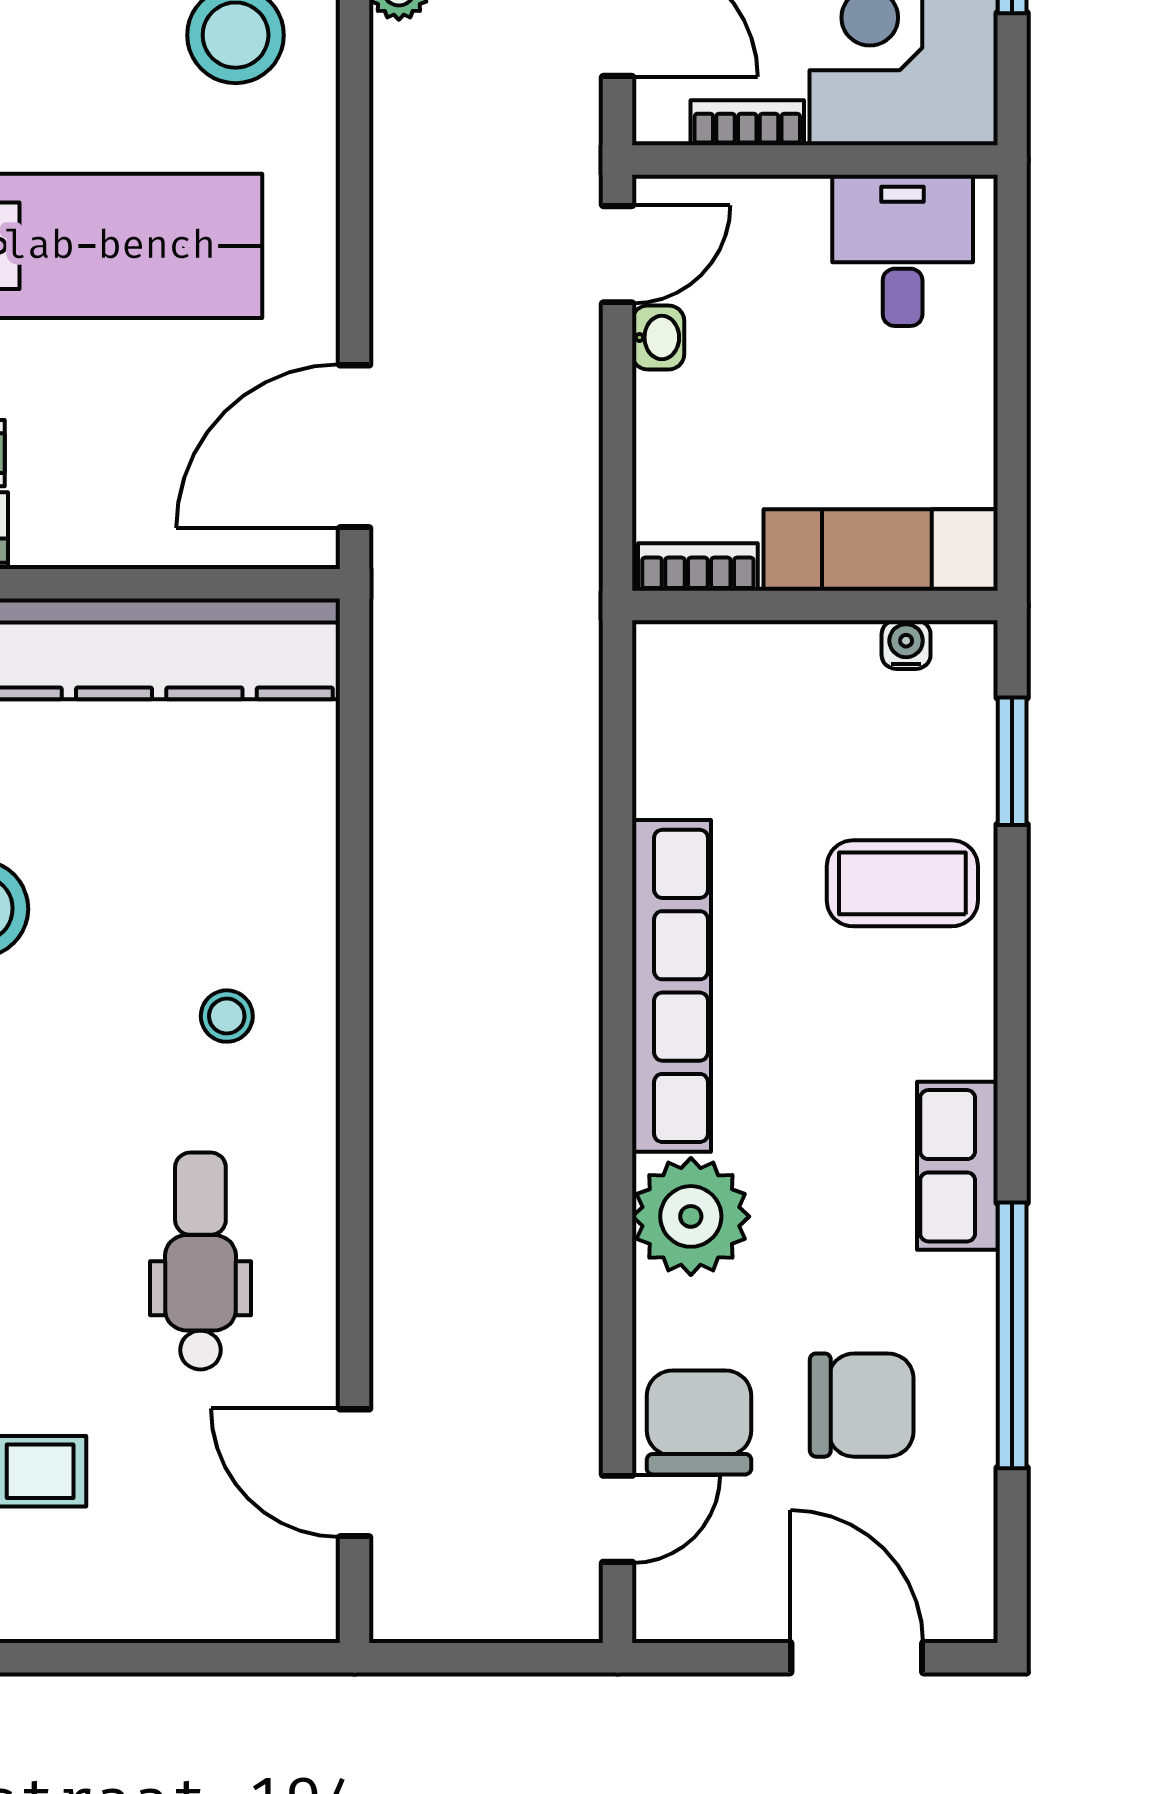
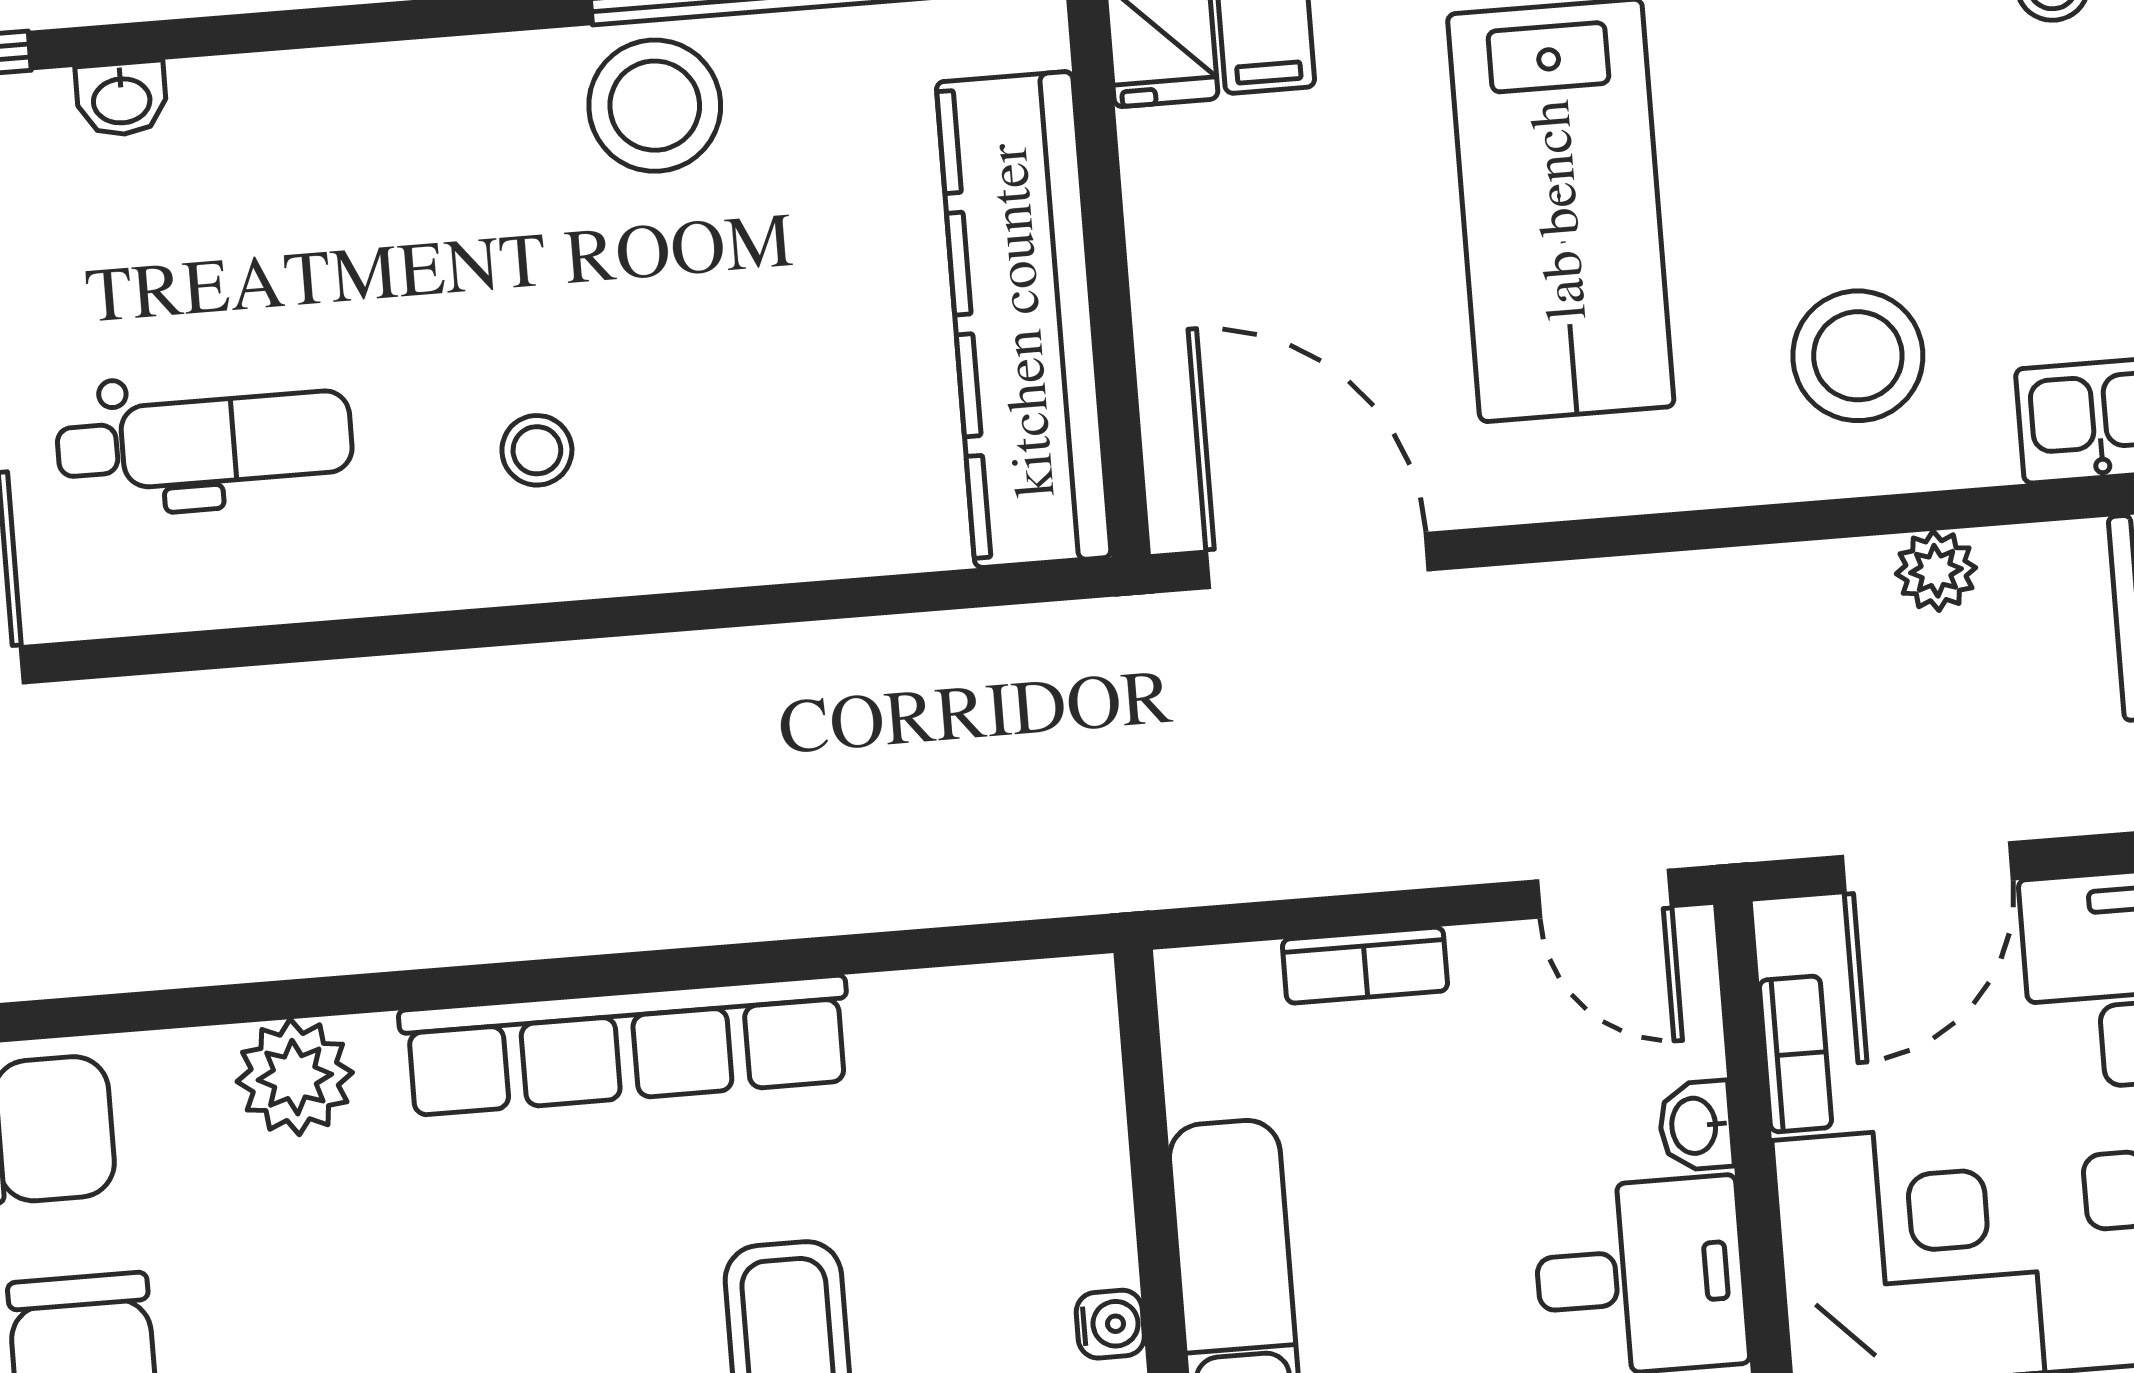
washbasin: (658, 337) -> (1696, 1126), moved, turned 90
bookcase: (698, 567) -> (1365, 965), moved, turned 90
plant: (691, 1216) -> (295, 1077), width x0.73, depth x0.73

